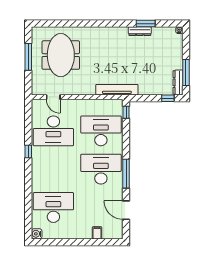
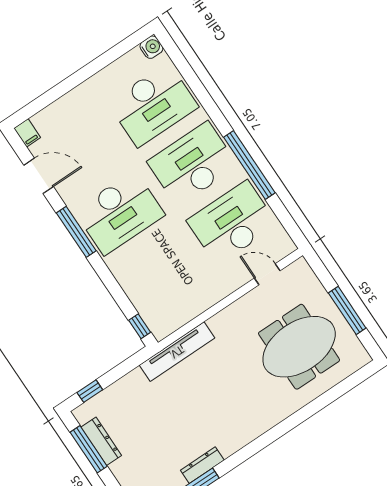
meeting table: (61, 55) -> (299, 347), turned 90
dresser: (178, 82) -> (101, 441), moved
desk: (101, 131) -> (193, 164), moved, turned 180
window: (28, 151) -> (249, 165), width x3.17
filing cabinet: (97, 233) -> (27, 133), moved

